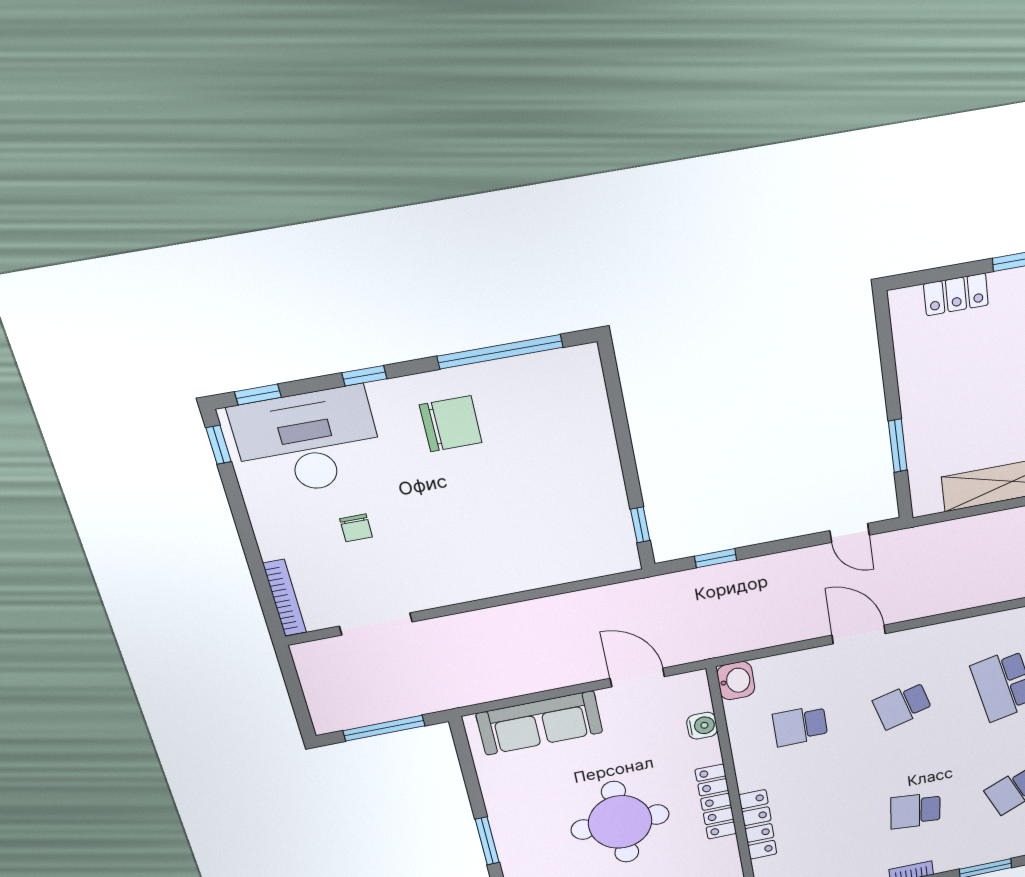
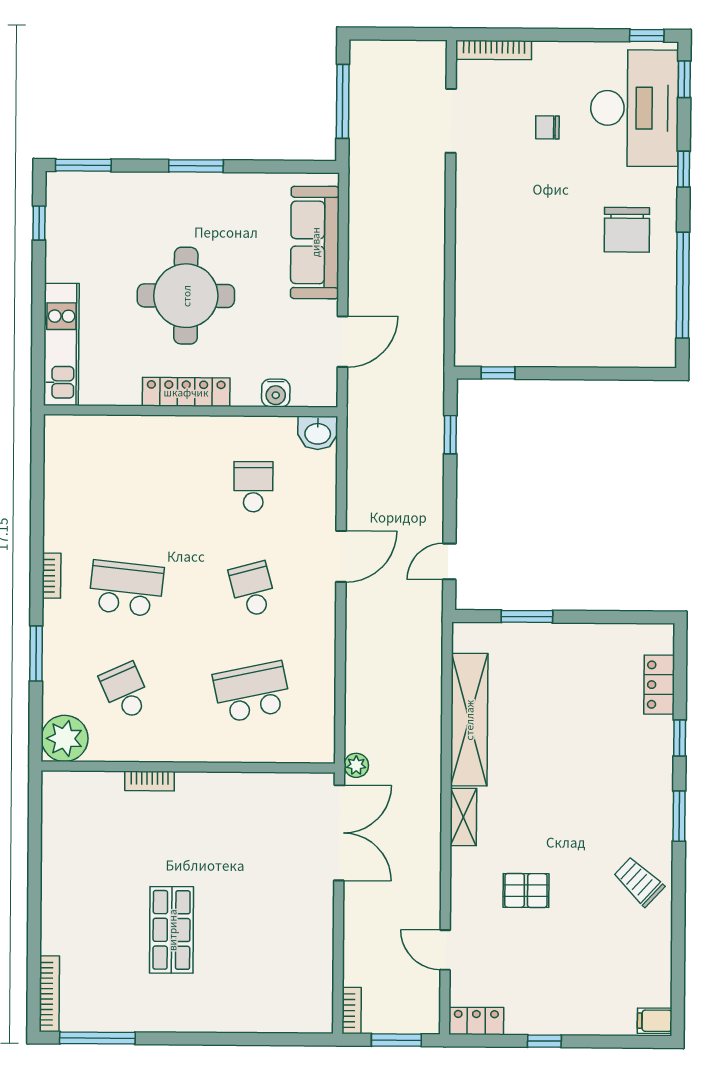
school desk: (915, 811) -> (126, 588), width x1.85
locker: (758, 825) -> (149, 429), removed

